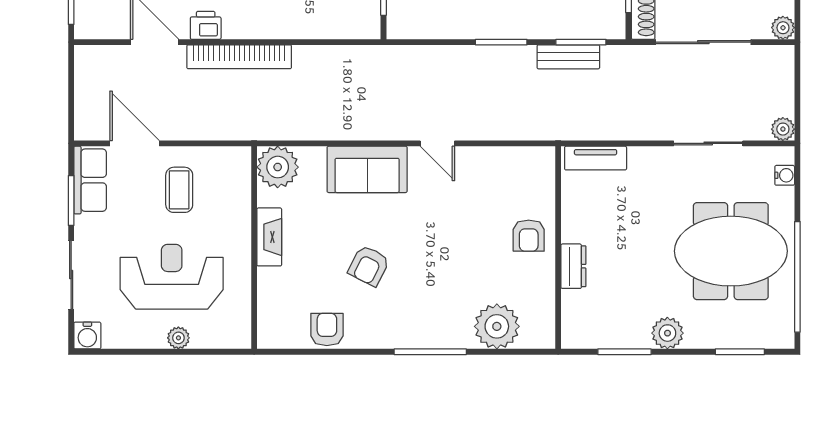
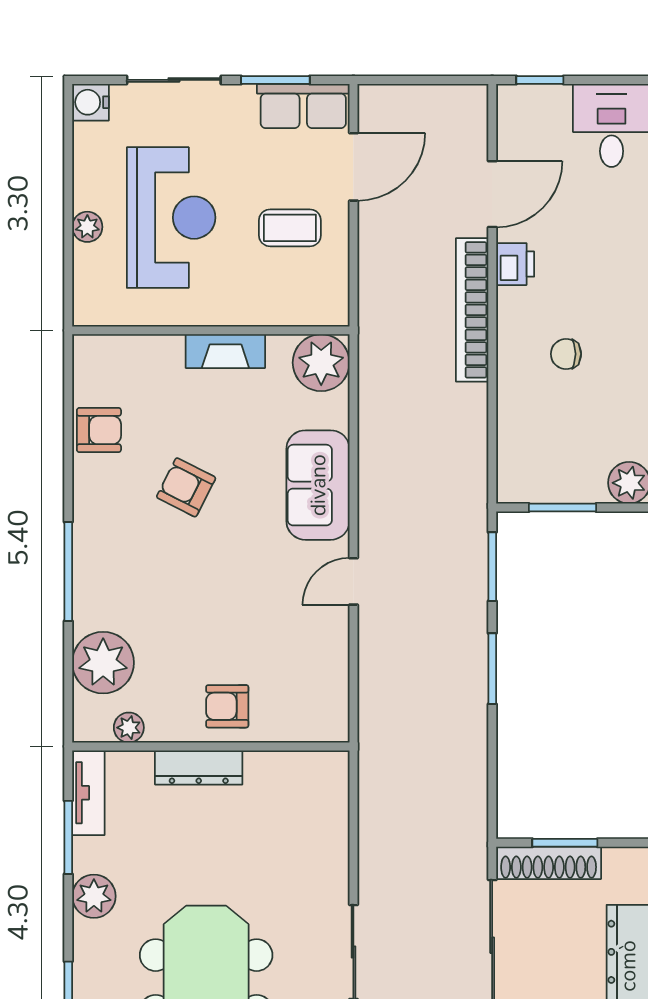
window: (581, 42) -> (492, 567), moved
bench: (568, 57) -> (472, 761), removed
tv unit: (596, 158) -> (88, 793), moved, turned 180
dresser: (573, 266) -> (199, 767), width x1.44
plant: (544, 308) -> (129, 728), added

